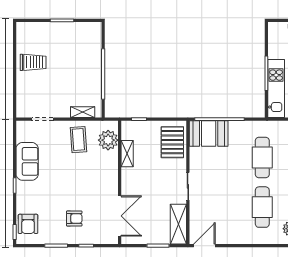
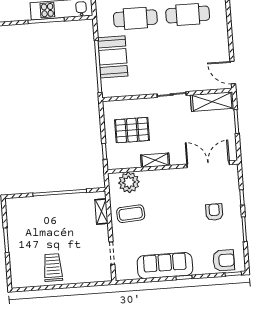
booth: (209, 133) -> (113, 57), moved
pallet: (172, 142) -> (132, 130), moved
shelving: (127, 154) -> (155, 160), moved
sofa: (27, 161) -> (165, 266), width x1.36

